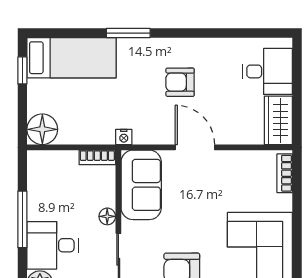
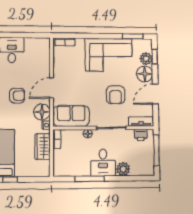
armchair: (180, 82) -> (17, 96), turned -90
wardrobe: (278, 120) -> (43, 146), moved, turned 90
floor lamp: (42, 129) -> (42, 112), moved

